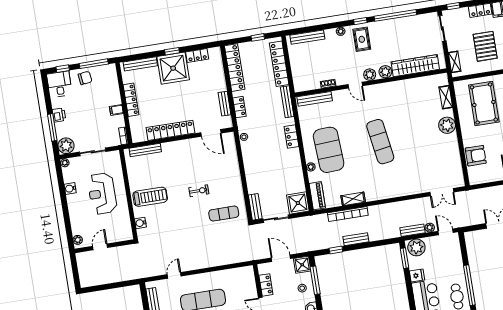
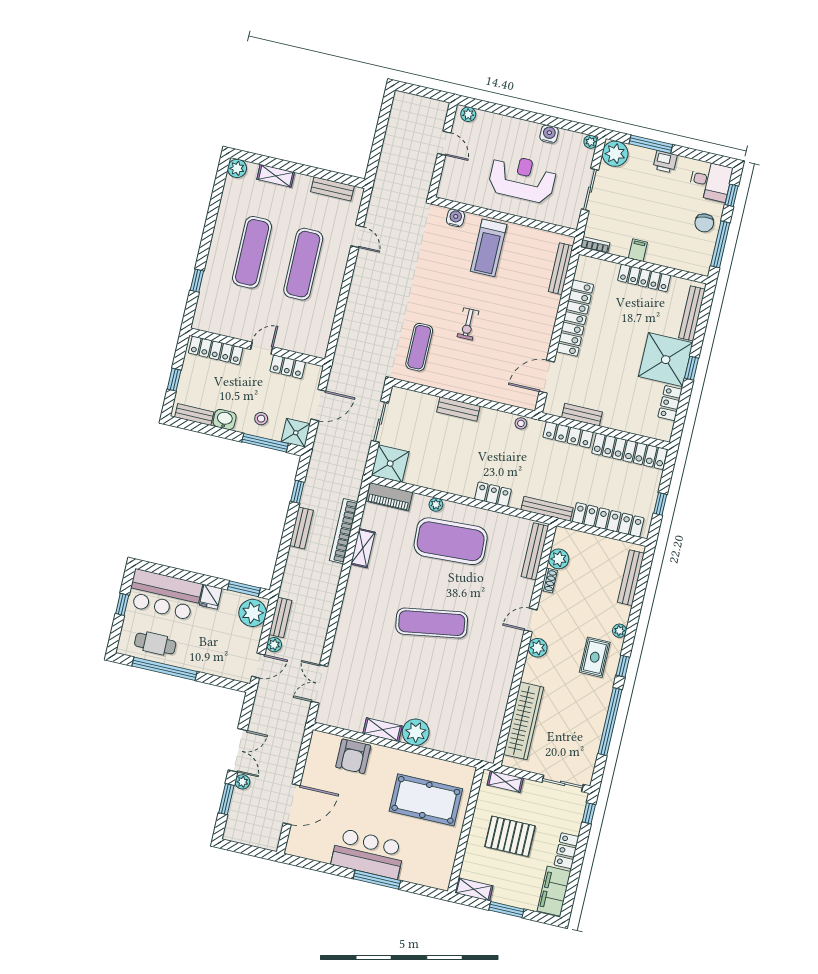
rug: (362, 39) -> (595, 657), turned 90
plant: (385, 72) -> (559, 559), moved
shelving: (446, 97) -> (382, 730), moved
locker: (239, 107) -> (568, 435), width x1.53
bench: (255, 207) -> (458, 409), moved

